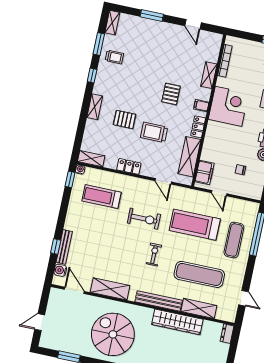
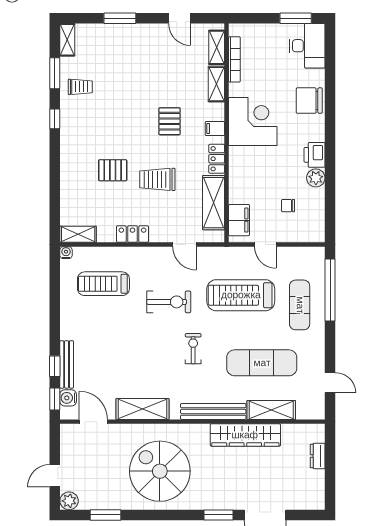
shelving: (95, 107) -> (217, 47), moved
window: (70, 179) -> (55, 399), moved
dresser: (227, 334) -> (318, 456), moved
plant: (46, 342) -> (69, 501), added

